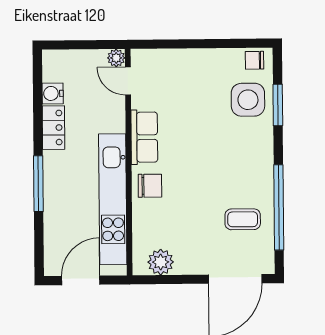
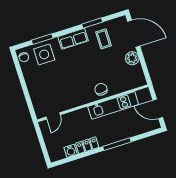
plant: (116, 58) -> (44, 125), removed
row of seats: (144, 137) -> (73, 39), moved, turned 180
kitchen unit: (113, 199) -> (113, 105), width x0.73
window: (279, 207) -> (92, 23), width x0.47
plant: (161, 262) -> (132, 58), moved

